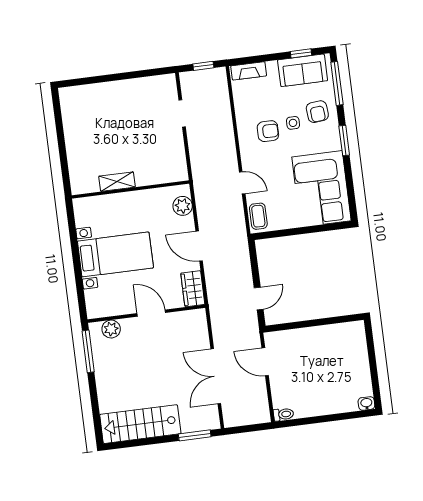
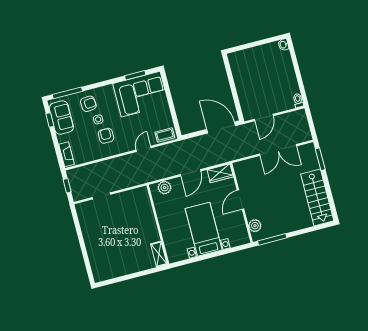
window: (344, 141) -> (135, 75), moved
shelving: (117, 182) -> (159, 254), moved
door: (259, 298) -> (221, 127), width x1.88

